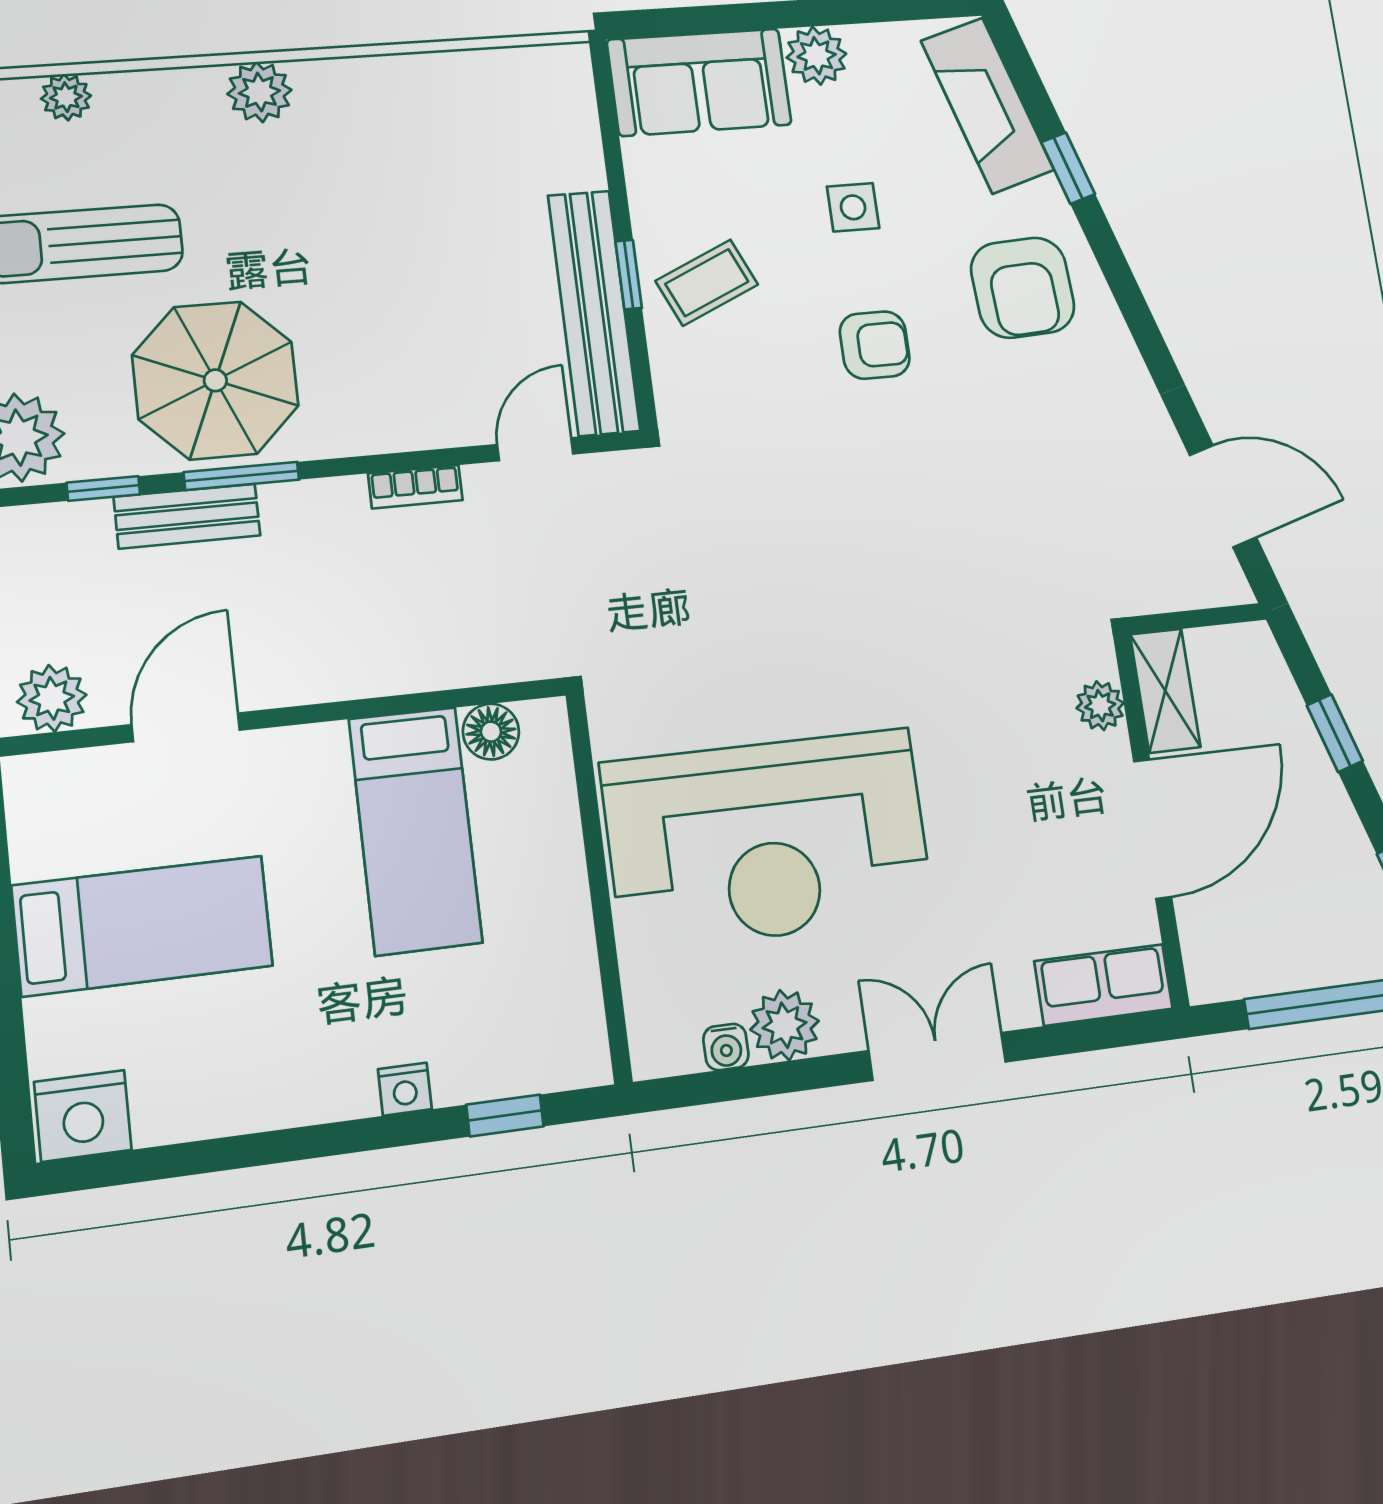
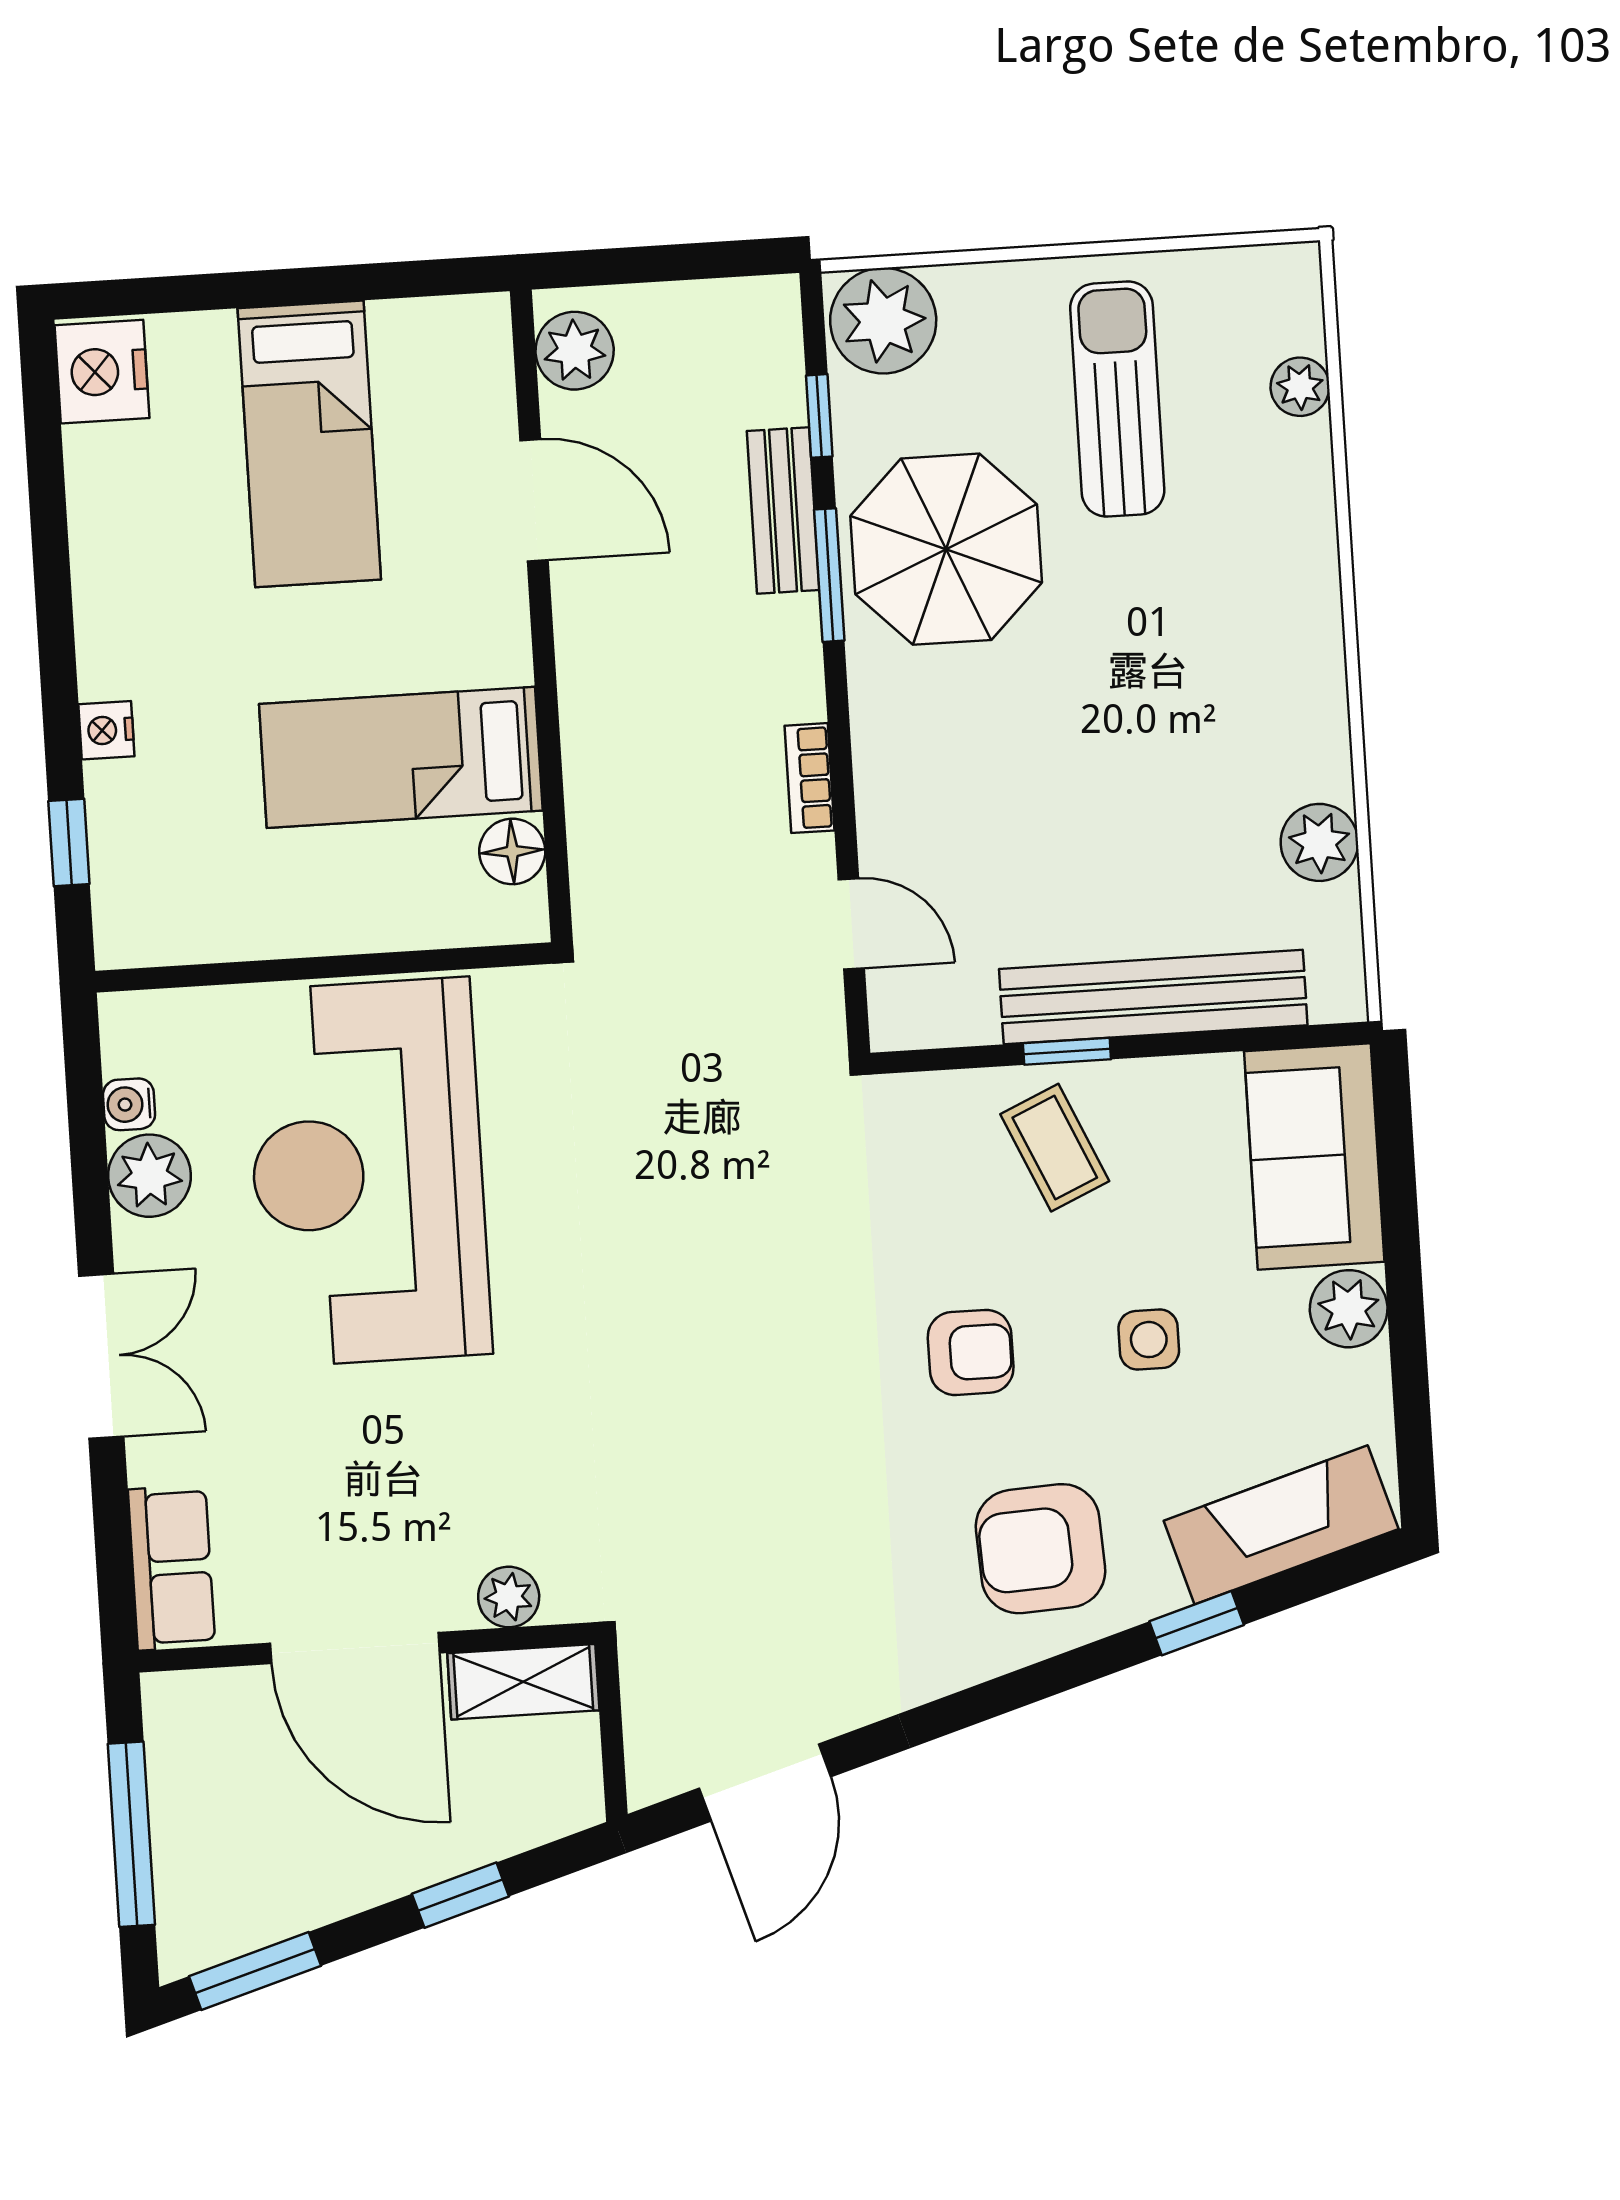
plant: (259, 92) -> (1319, 842), moved
bench: (594, 313) -> (1153, 997), moved
armchair: (875, 345) -> (971, 1352), turned -90

